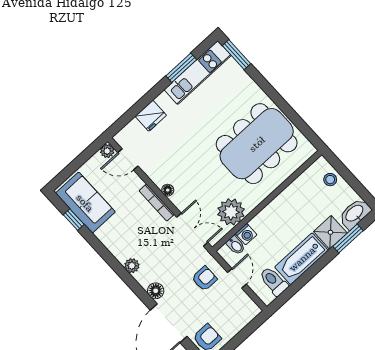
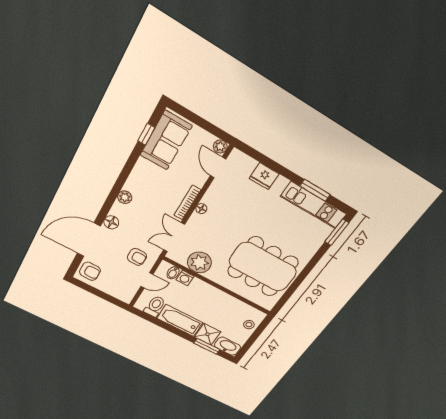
double door: (192, 230) -> (174, 237), swing flipped

